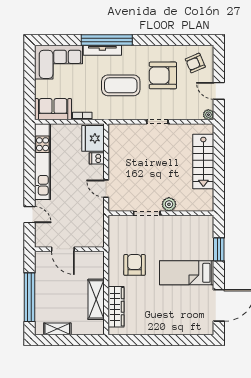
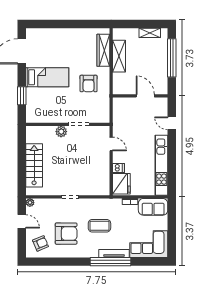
coffee table: (121, 85) -> (99, 226), width x0.73, depth x0.76

